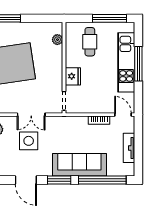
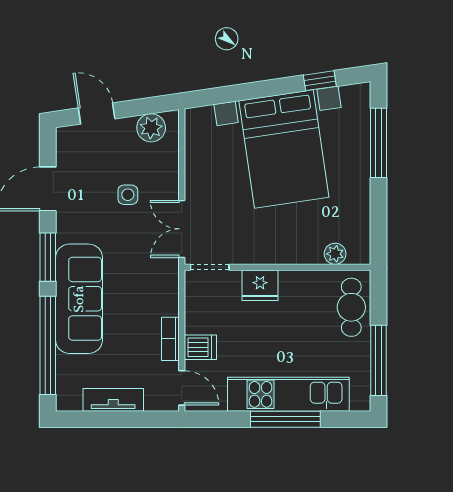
cafe table: (90, 42) -> (351, 307), moved, turned 90
dishwasher: (103, 105) -> (200, 347), added
double door: (31, 115) -> (182, 229), moved
door: (123, 115) -> (182, 388), hinge flipped
side table: (29, 141) -> (128, 195), width x0.54, depth x0.54

